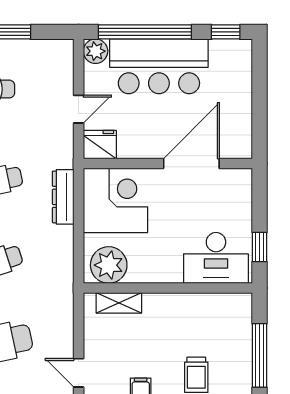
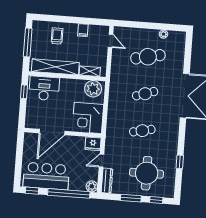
bar counter: (159, 66) -> (46, 176), moved
dresser: (63, 197) -> (107, 181), moved
shelving: (195, 307) -> (55, 67), added

